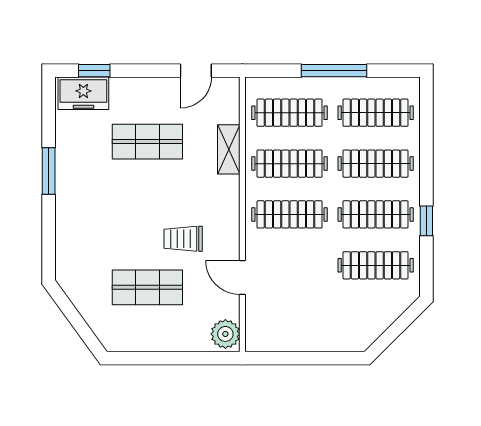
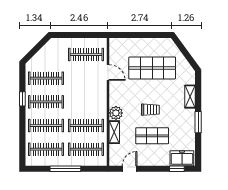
clothes rail: (290, 214) -> (86, 55), moved
shelving: (66, 226) -> (190, 97), added
trolley: (183, 239) -> (150, 110), moved
shop shelf: (147, 287) -> (152, 68), width x1.43, depth x1.36
plant: (225, 334) -> (116, 113), moved

